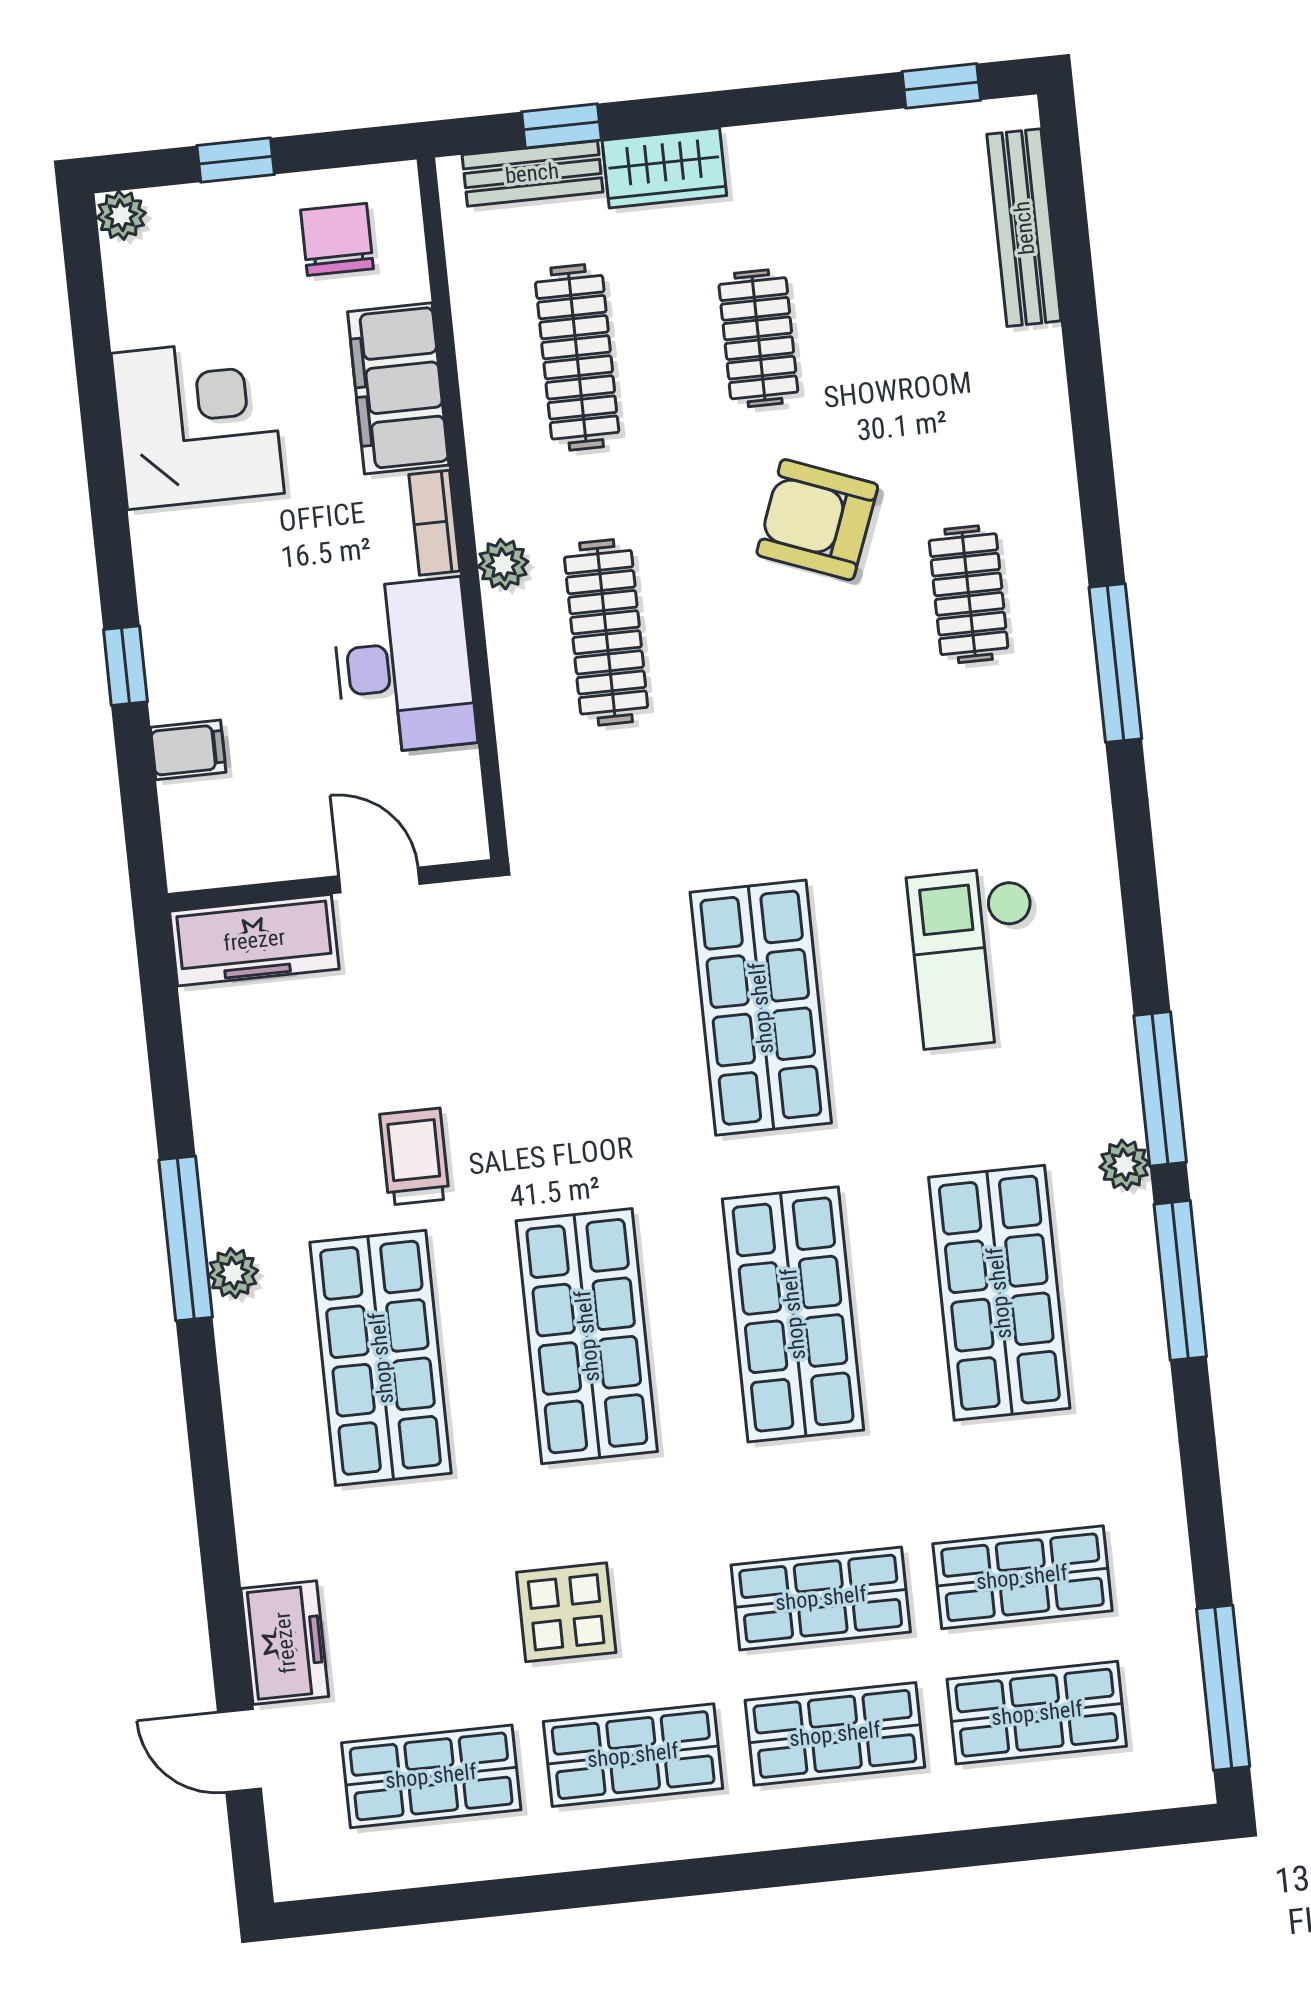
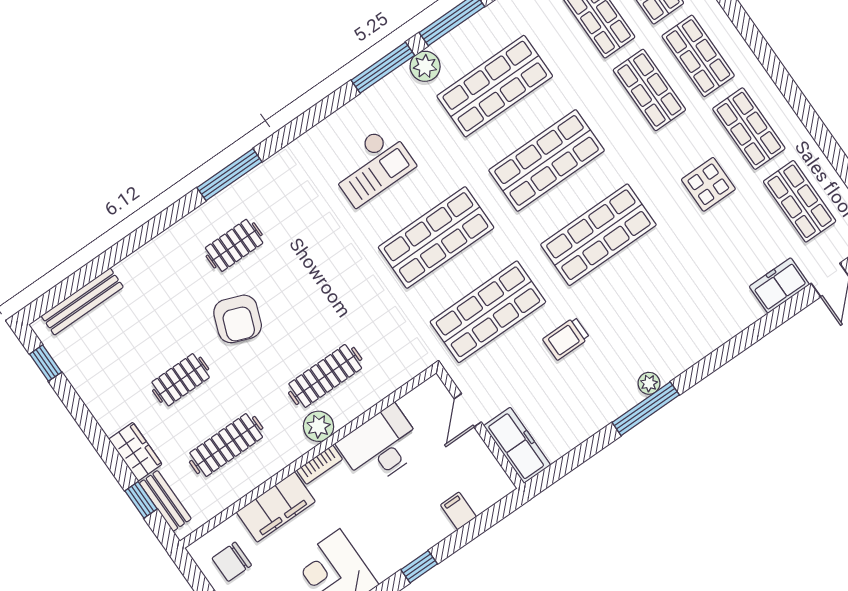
plant: (503, 564) -> (319, 426), width x1.38, depth x1.38
window: (125, 666) -> (419, 567), moved
plant: (1124, 1165) -> (425, 66), width x1.38, depth x1.38
shop shelf: (381, 1358) -> (488, 312), moved

